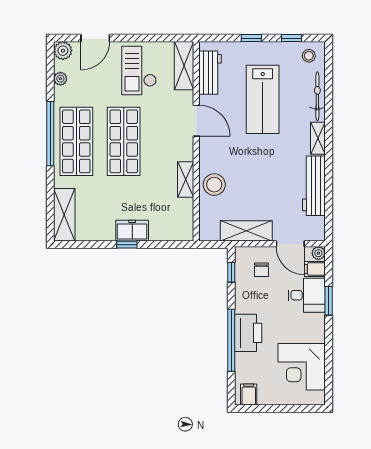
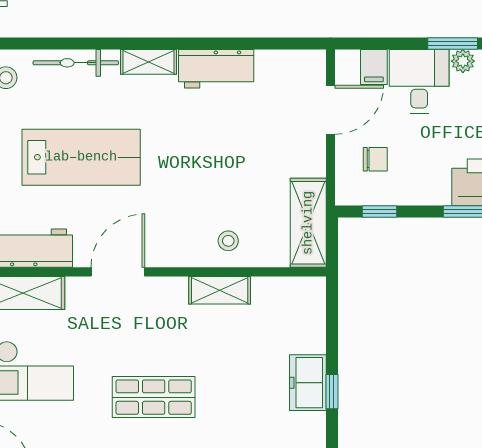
shop shelf: (124, 141) -> (154, 397), width x0.70, depth x0.74
stool: (214, 185) -> (228, 241), width x0.53, depth x0.53
workbench: (314, 186) -> (216, 69), width x0.73
shelving: (246, 231) -> (308, 223), moved
plant: (318, 253) -> (463, 61), moved
window: (329, 301) -> (453, 43), moved

